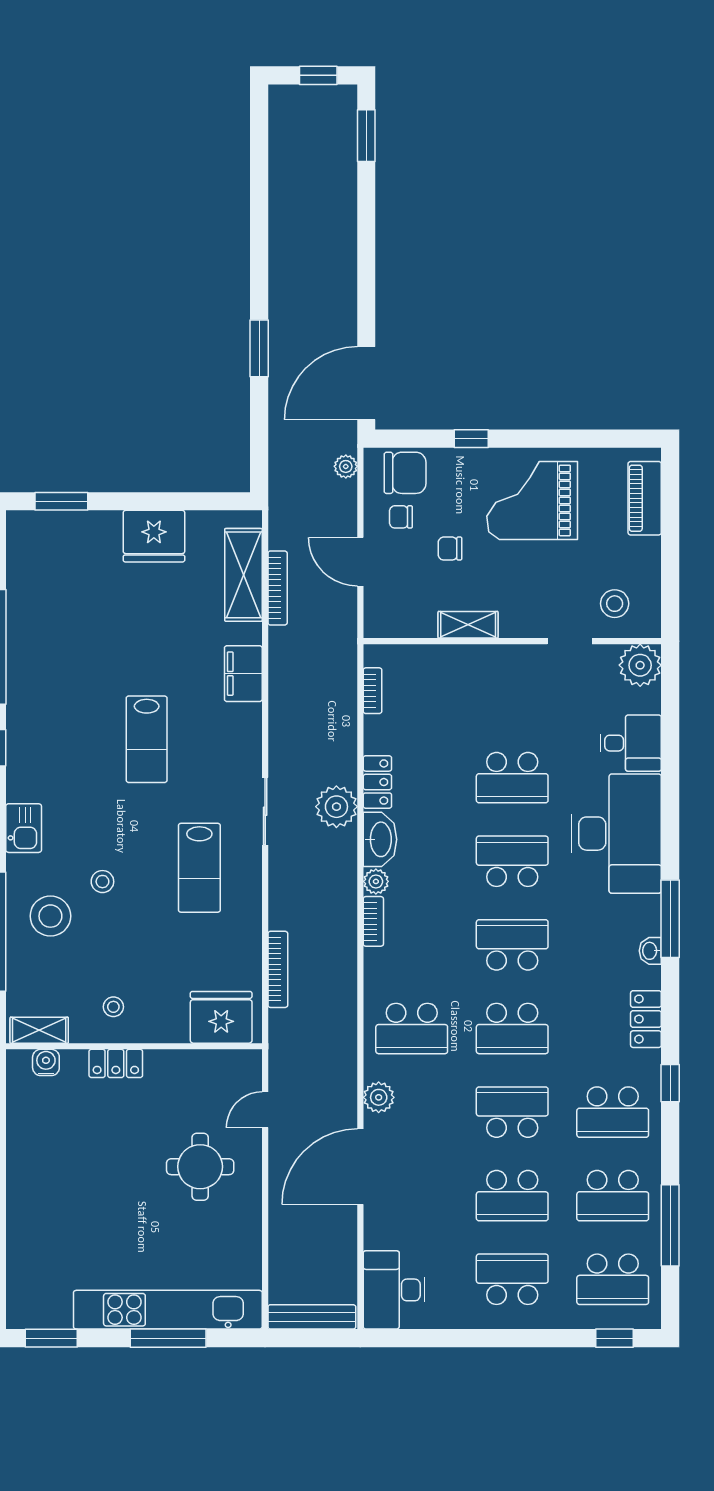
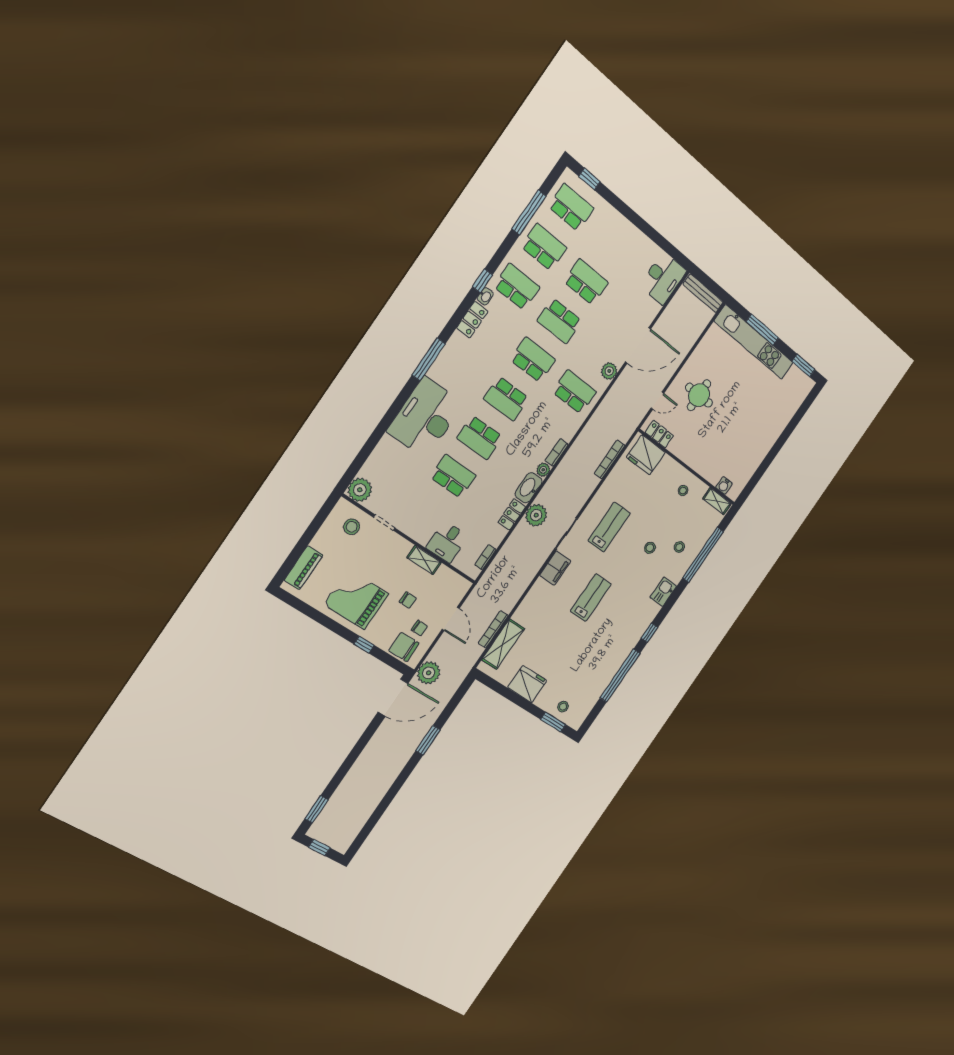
plant: (346, 466) -> (429, 673), width x1.88, depth x1.88
grand piano: (532, 500) -> (356, 599), turned 180
stool: (63, 536) -> (563, 707), added
filing cabinet: (243, 674) -> (555, 568), moved
desk: (631, 743) -> (447, 542), moved, turned -90
stool: (50, 916) -> (679, 547), width x0.53, depth x0.53
washbasin: (650, 951) -> (485, 296), moved
locker: (116, 1063) -> (659, 434), moved
school desk: (512, 1279) -> (613, 243), removed

